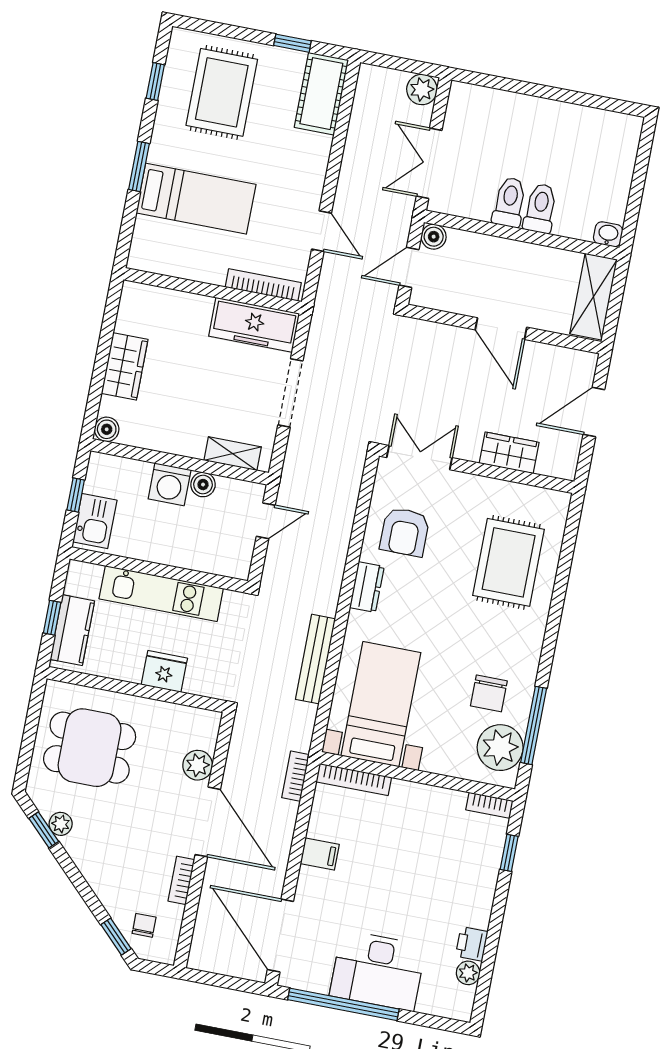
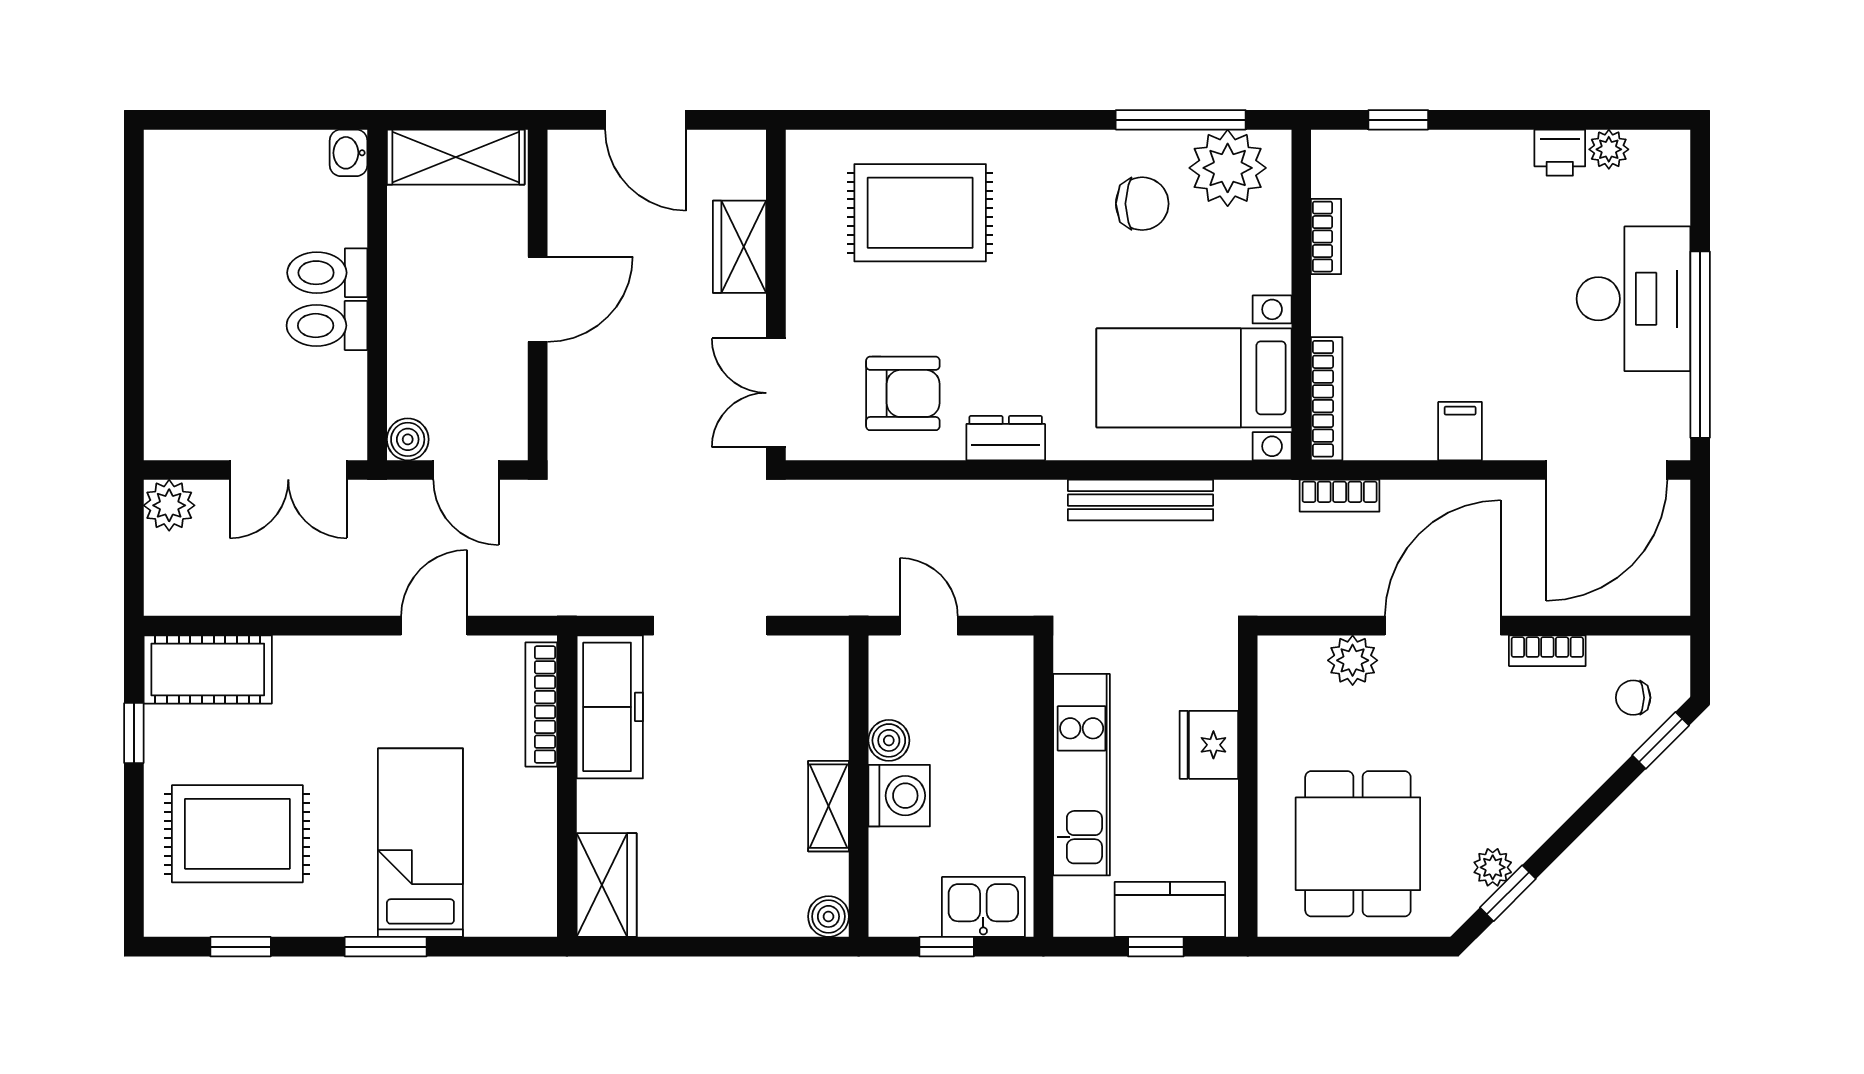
wardrobe: (125, 366) -> (607, 885), moved, turned 90
shelving: (233, 454) -> (829, 806), moved
bookcase: (489, 805) -> (1326, 237), moved

